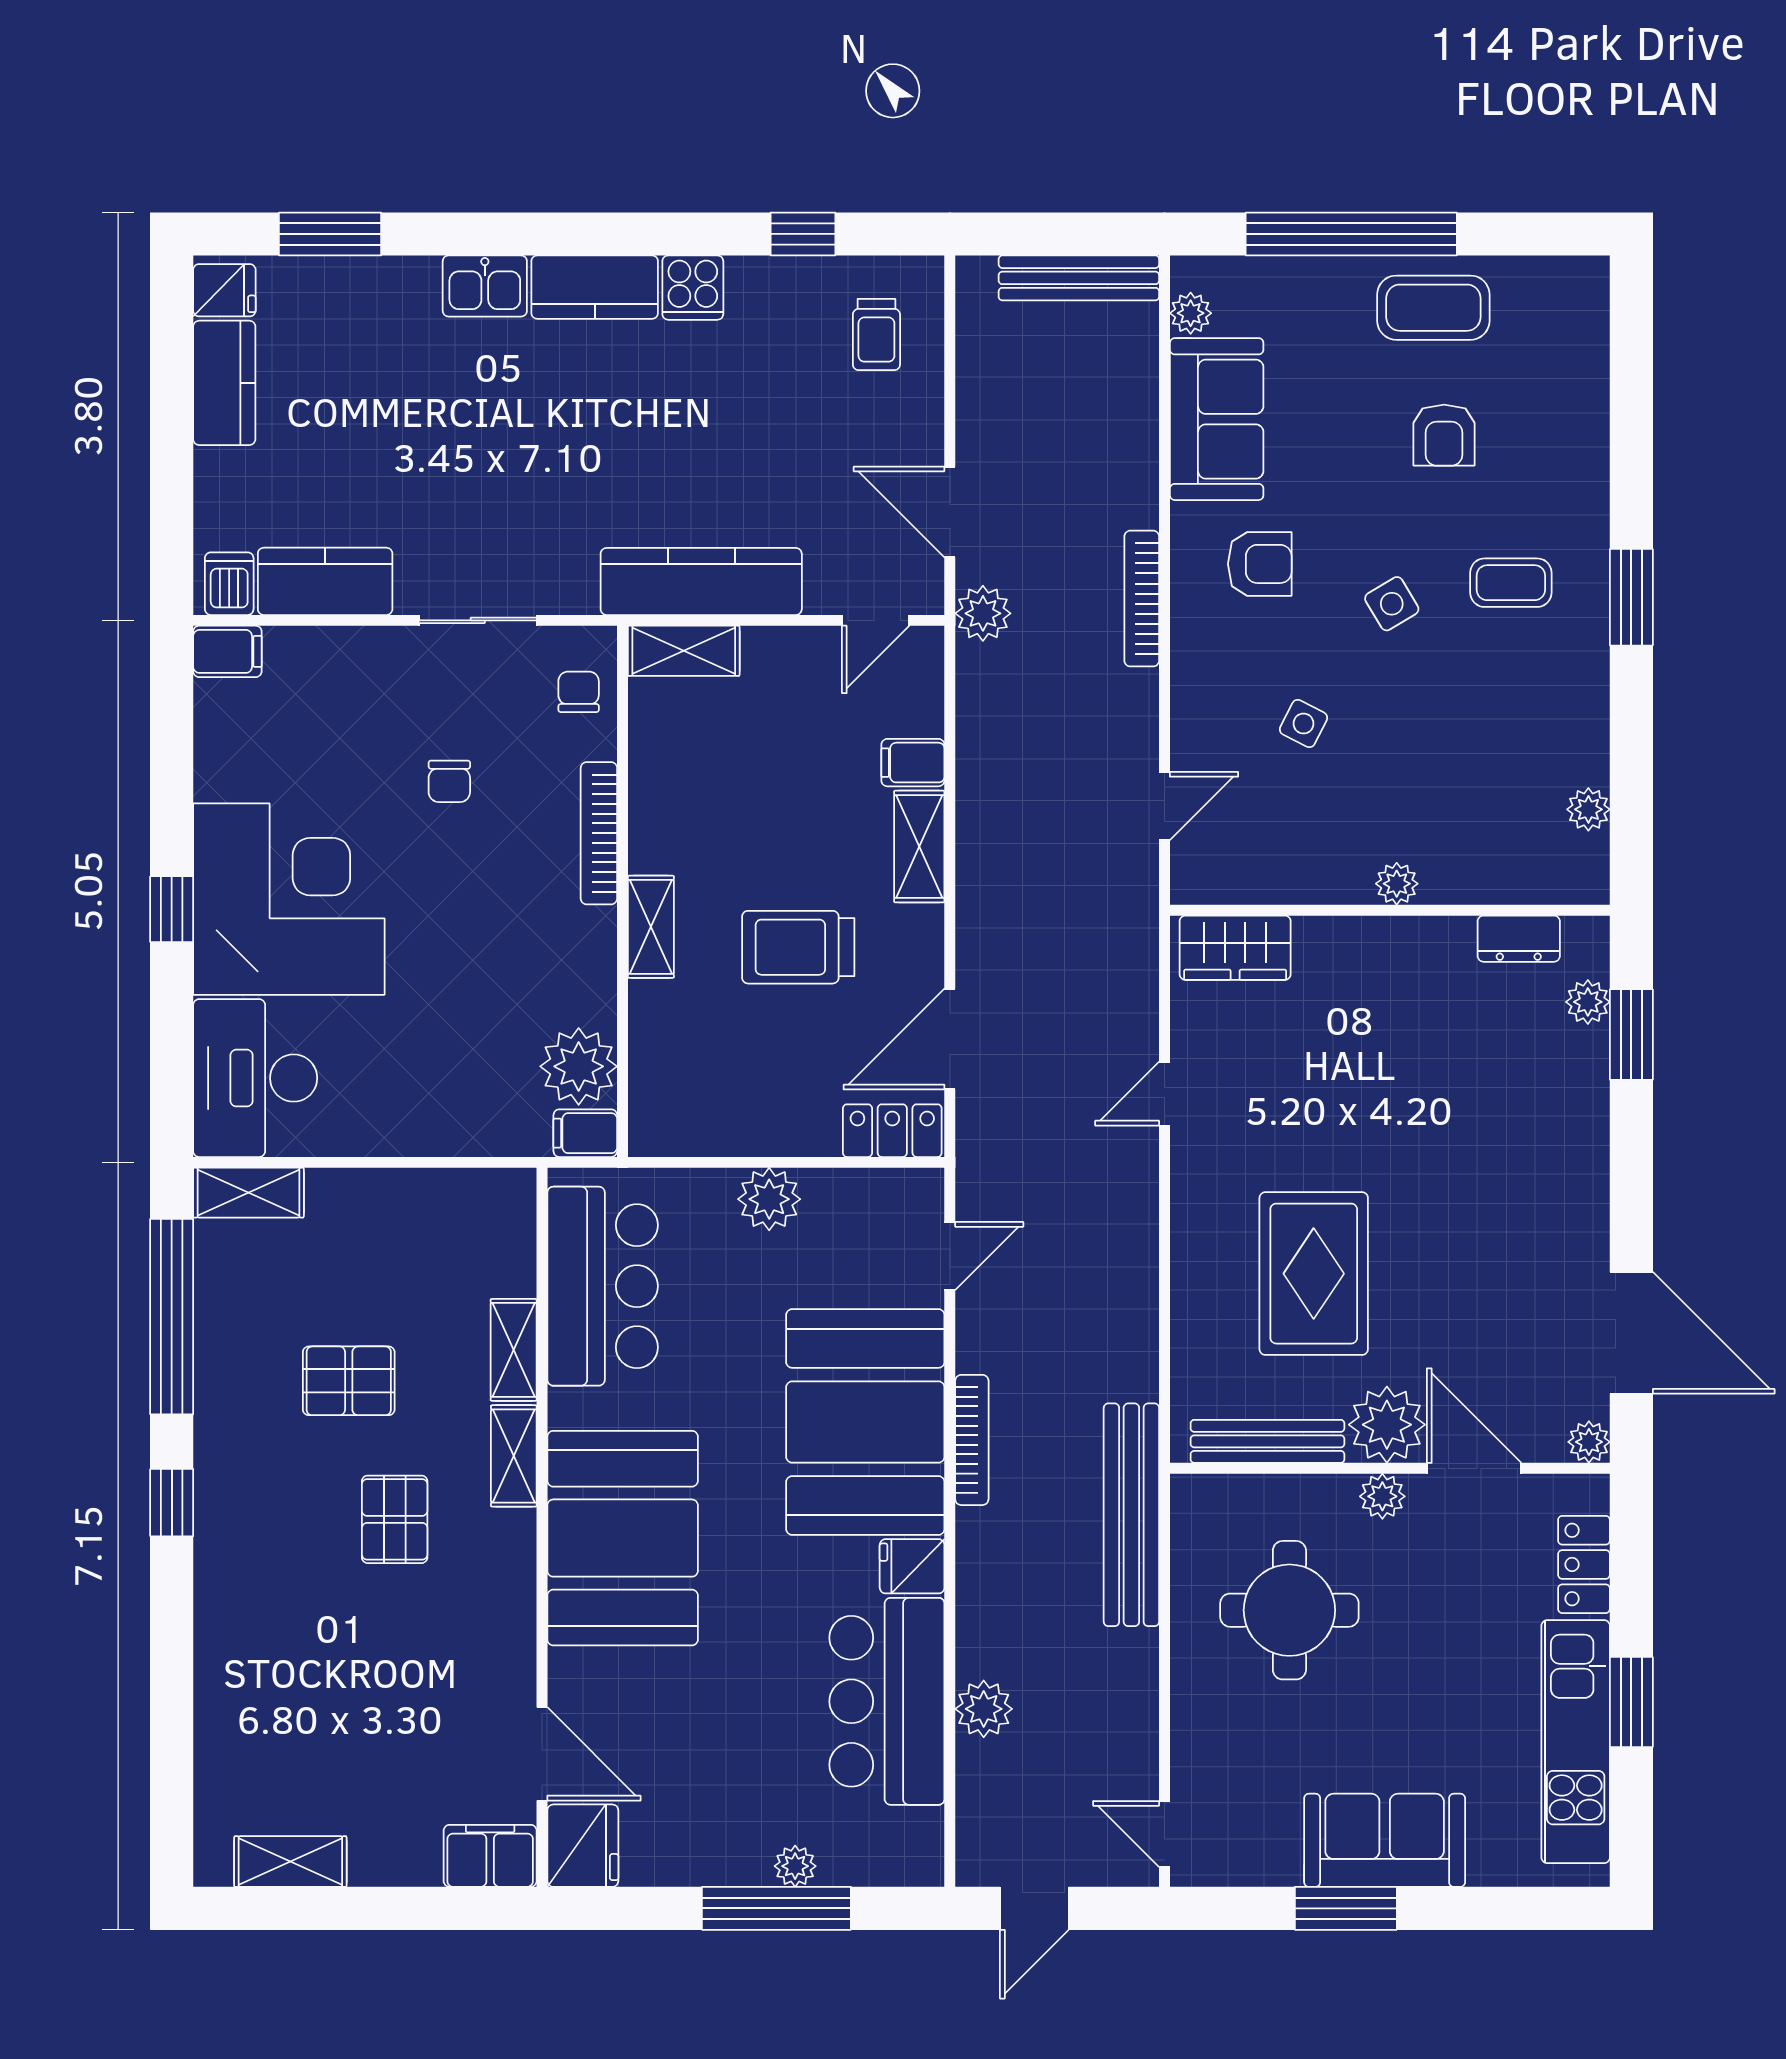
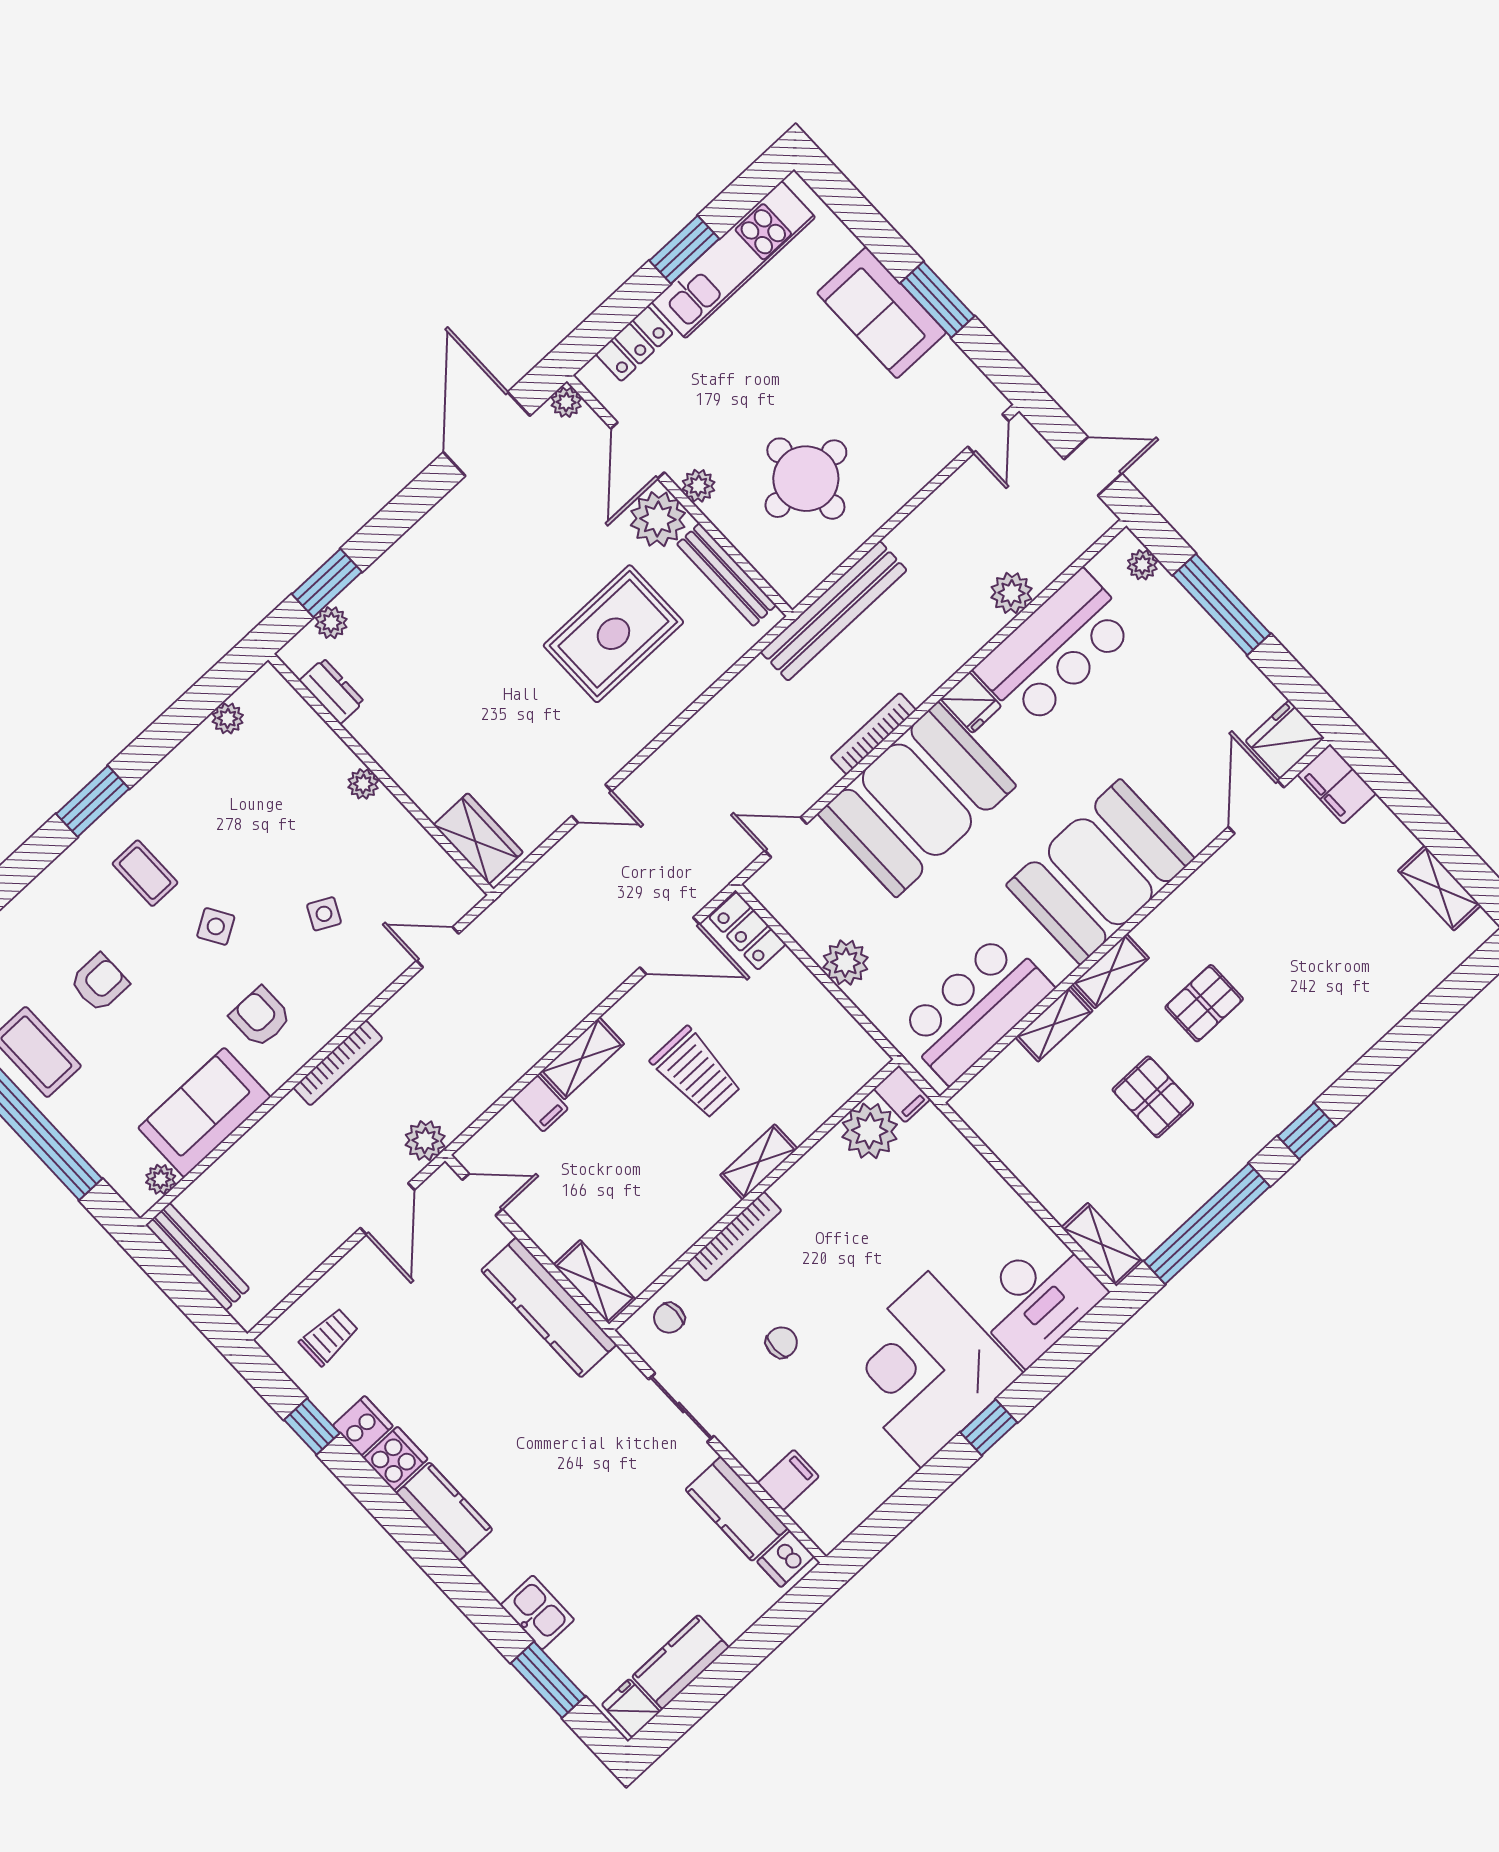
kitchen sink: (485, 286) -> (537, 1612), moved
cooker: (756, 286) -> (363, 1426), added
filing cabinet: (227, 651) -> (788, 1480), moved, turned 90
plant: (795, 1866) -> (1142, 565), moved

